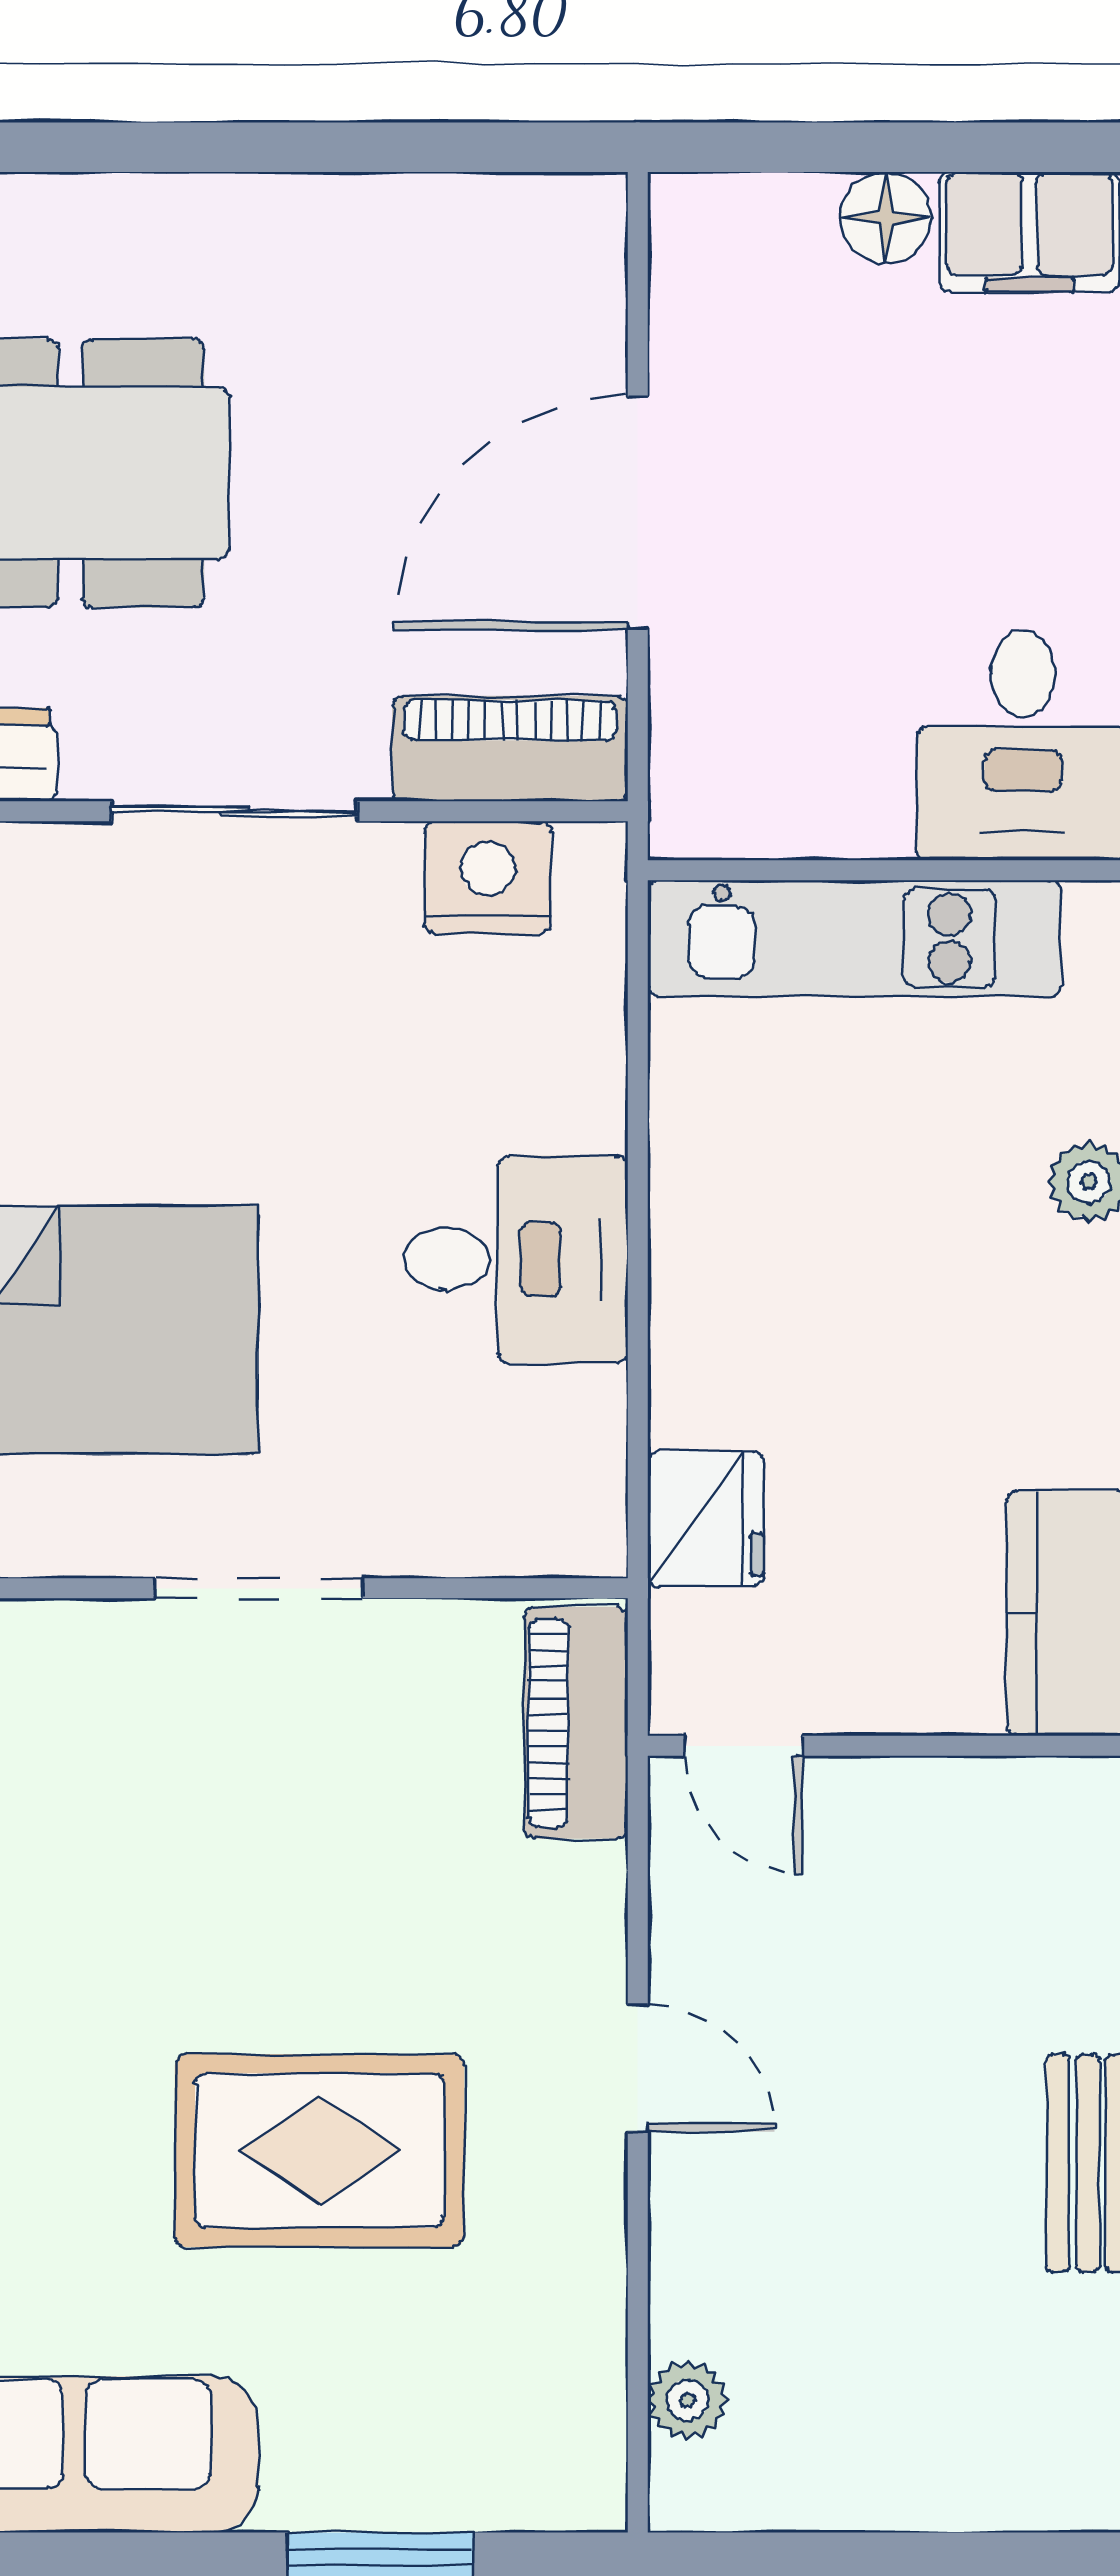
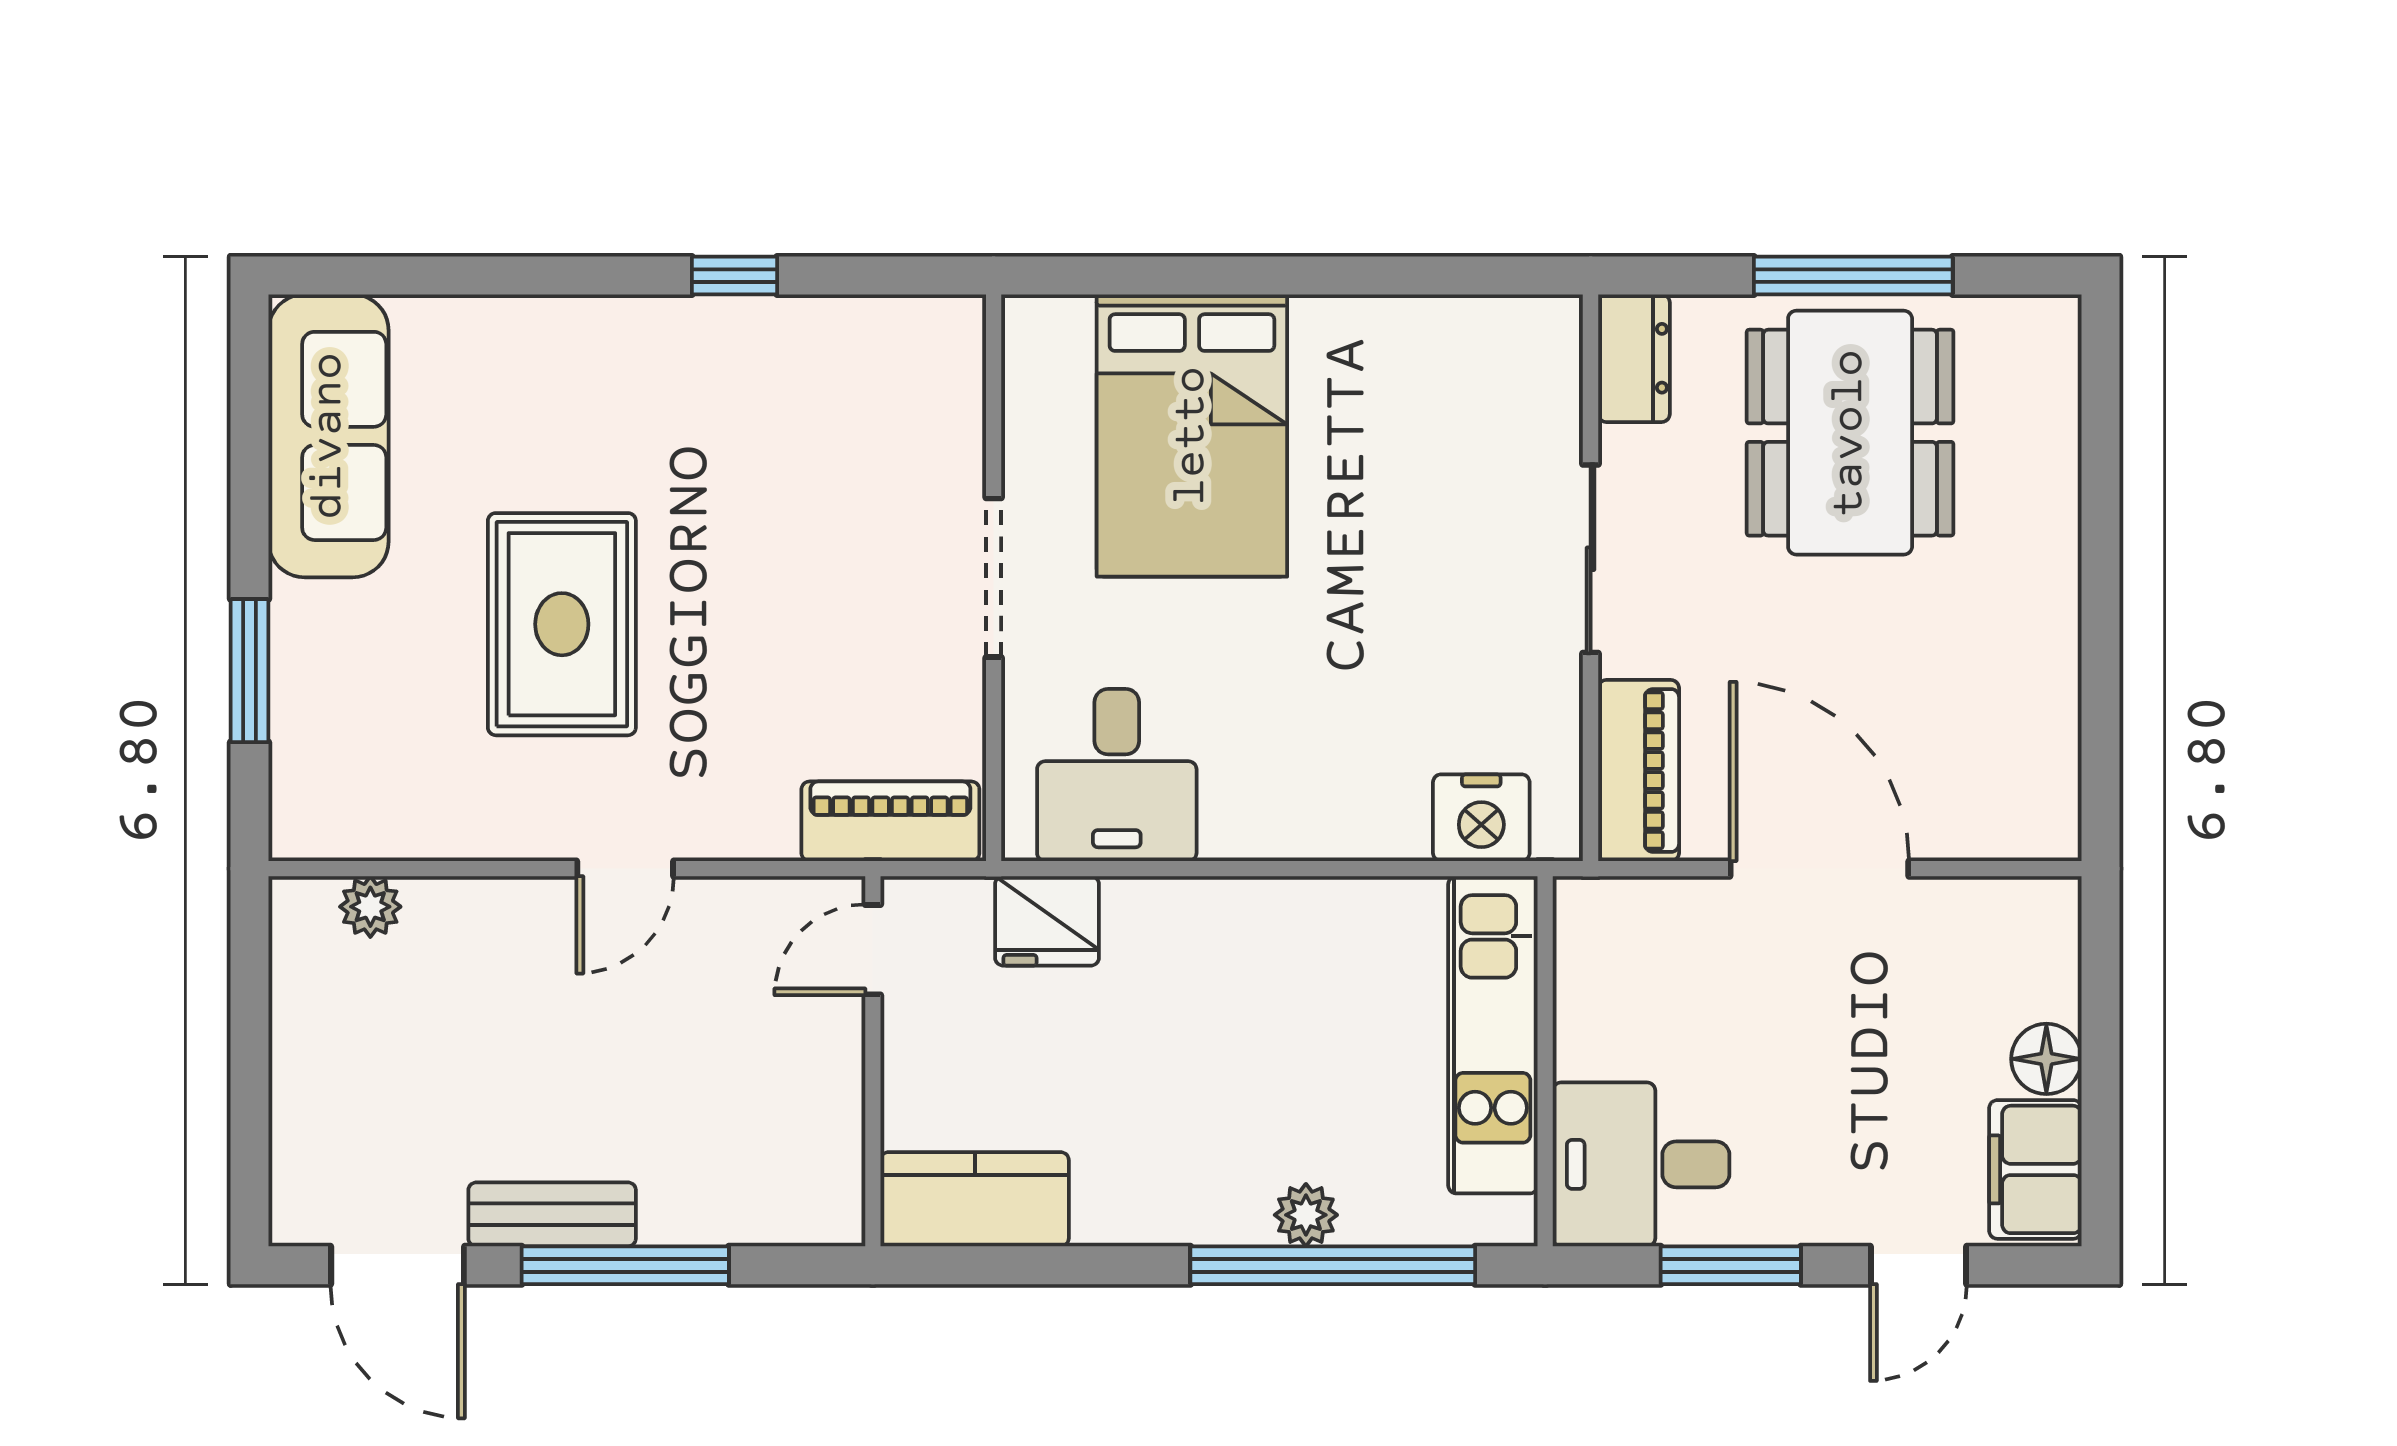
nightstand: (488, 877) -> (1481, 818), moved, turned 90
desk: (516, 1259) -> (1117, 775), moved

